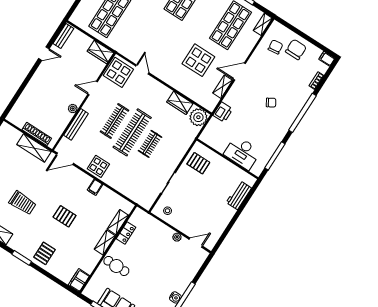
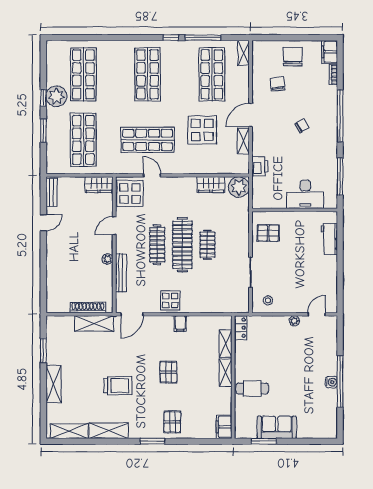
shop shelf: (155, 42) -> (148, 140), added
chair: (275, 47) -> (277, 84), moved
filing cabinet: (327, 59) -> (330, 52), width x2.00
pallet: (65, 216) -> (169, 372), turned 90
locker: (126, 233) -> (241, 328), moved

